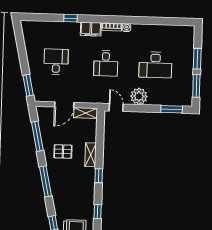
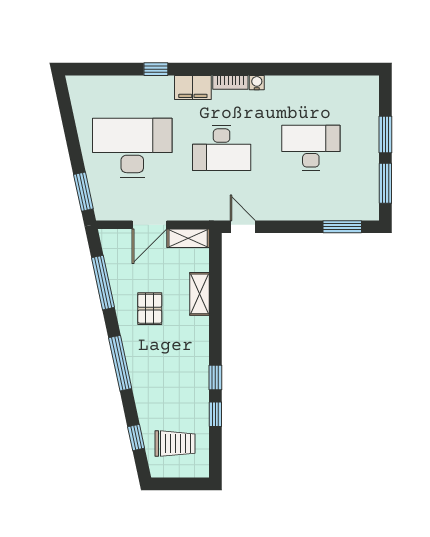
desk: (56, 62) -> (132, 148), width x1.87, depth x1.30
desk: (106, 63) -> (222, 148), width x1.37
desk: (155, 65) -> (311, 148), turned 180
plant: (139, 96) -> (283, 205), removed
pallet: (63, 152) -> (150, 309), turned 90
shelving: (91, 155) -> (199, 294), moved
window: (99, 176) -> (215, 377), moved

